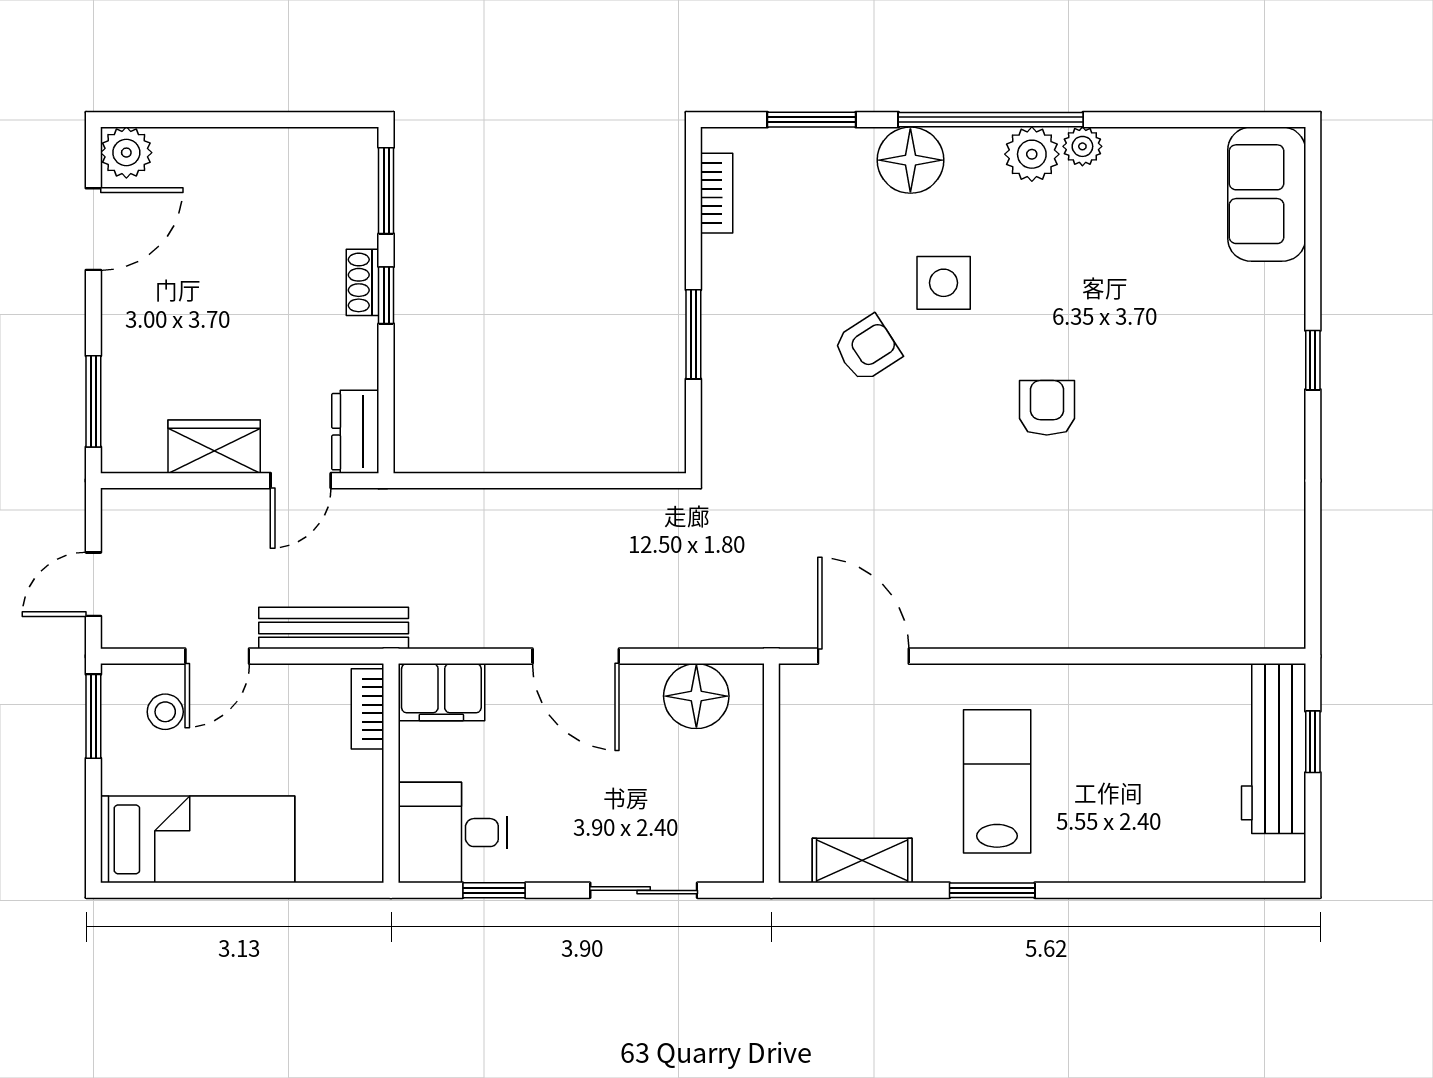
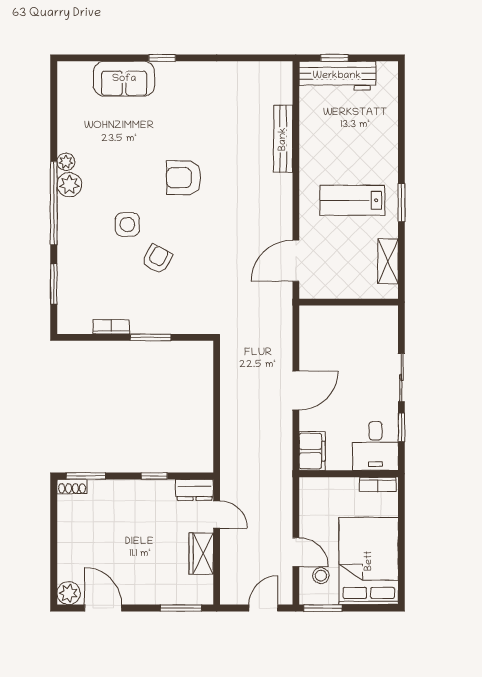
floor lamp: (910, 160) -> (72, 239), removed
bookcase: (717, 193) -> (111, 327), moved
sofa: (1267, 194) -> (124, 79), moved
shoe rack: (363, 282) -> (72, 487), moved
window: (386, 295) -> (154, 476), moved
armchair: (867, 349) -> (157, 259), turned 63
armchair: (1047, 408) -> (184, 178), width x1.38, depth x1.38
door: (93, 584) -> (263, 608), swing flipped
bench: (334, 628) -> (283, 139), moved
floor lamp: (696, 696) -> (314, 336), removed
bookcase: (368, 709) -> (378, 484), moved
bed: (198, 839) -> (369, 561), width x1.50
sliding door: (644, 890) -> (401, 378), moved

